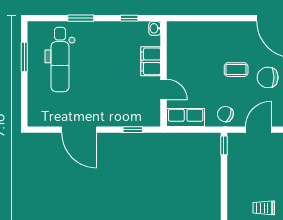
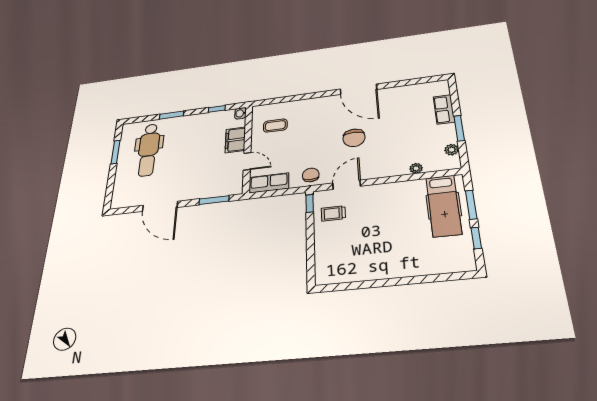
coffee table: (236, 70) -> (275, 126), moved
chair: (268, 77) -> (354, 138), turned -90
chair: (225, 114) -> (311, 175), turned 68
window: (133, 130) -> (214, 200), width x1.50
trolley: (264, 208) -> (333, 213), moved

